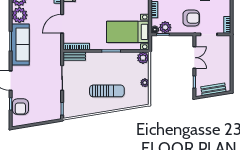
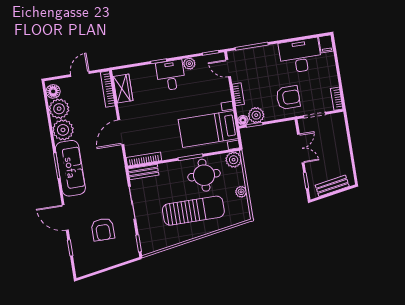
round table: (119, 66) -> (204, 175), added
sun lounger: (107, 91) -> (193, 211), width x1.36, depth x1.34
armchair: (20, 107) -> (103, 229), moved

